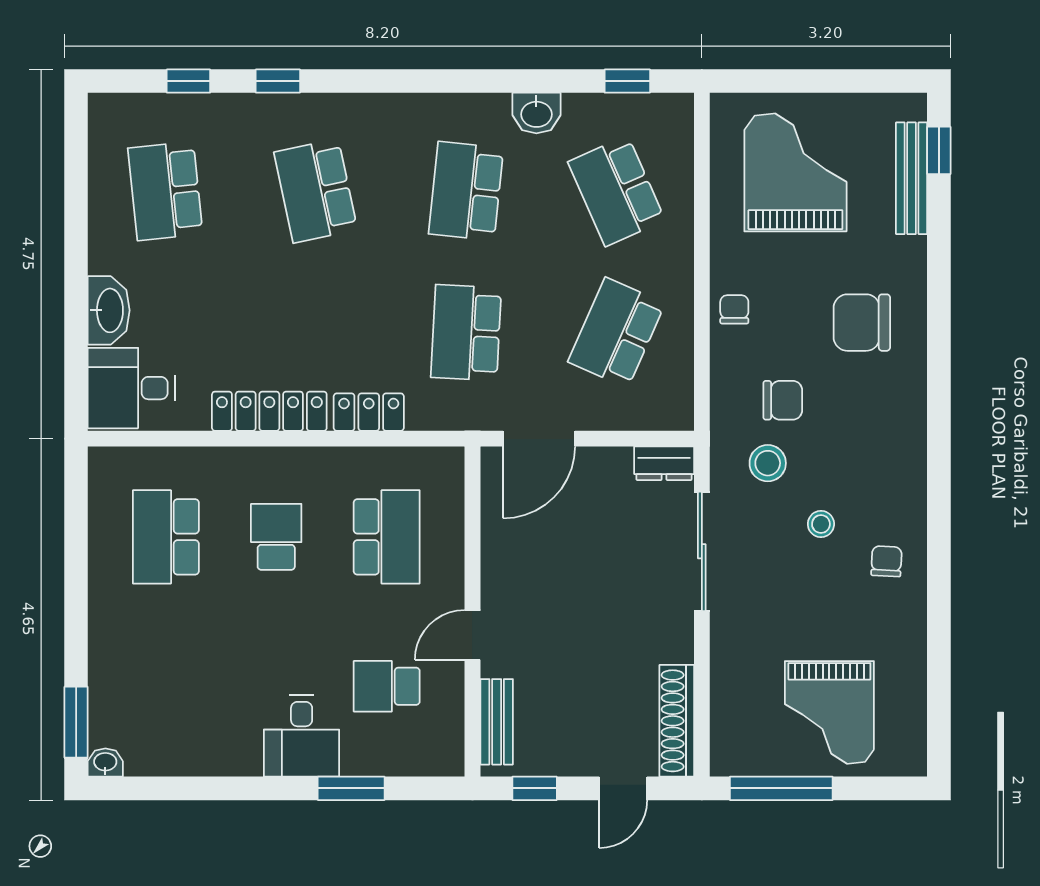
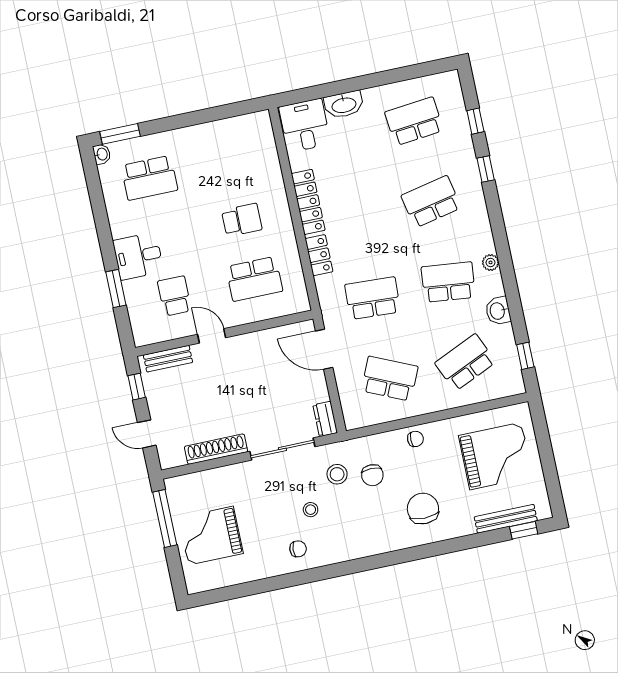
plant: (447, 108) -> (491, 262), added
school desk: (166, 537) -> (149, 178), moved, turned 180
shoe rack: (677, 721) -> (216, 449), moved

